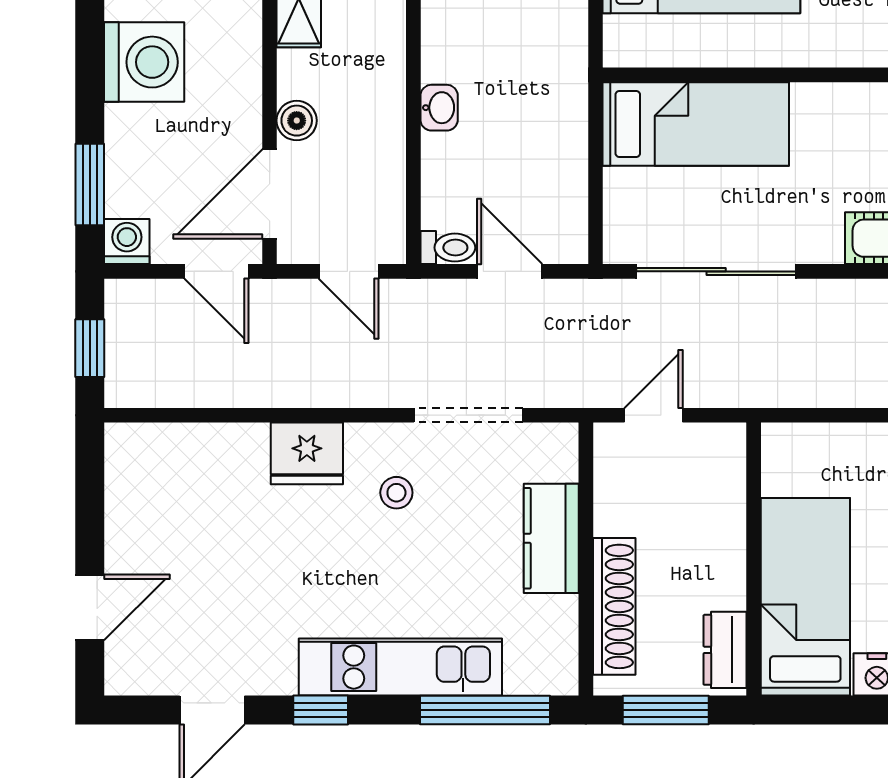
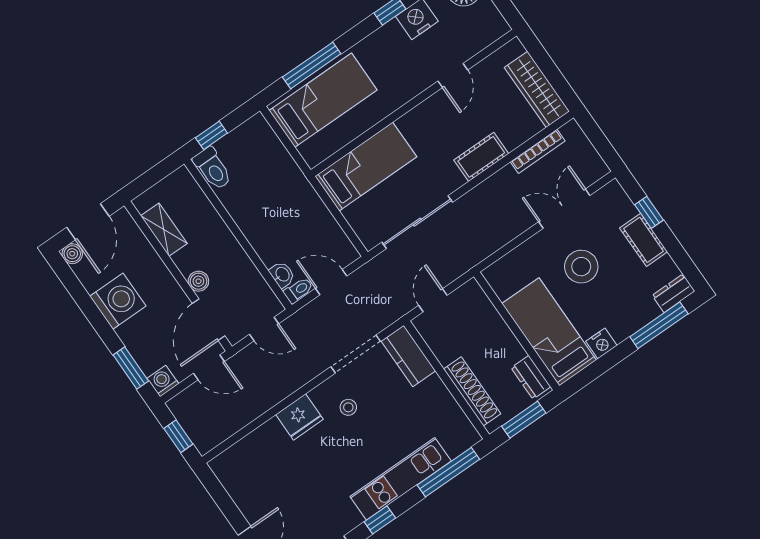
washbasin: (439, 108) -> (282, 275), moved
kitchen counter: (551, 538) -> (408, 356), moved

